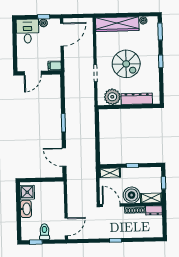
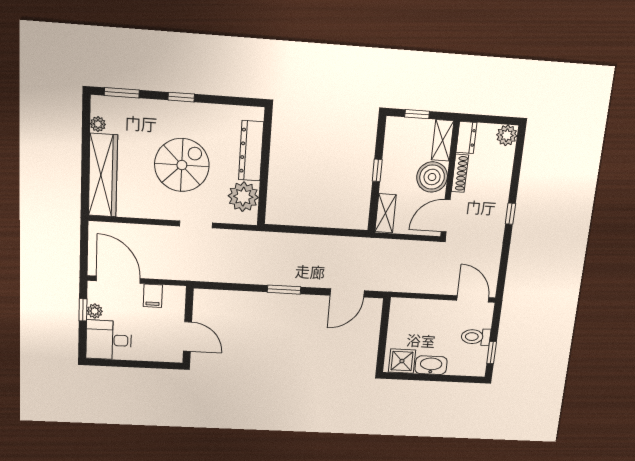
filing cabinet: (55, 66) -> (153, 296), moved
plant: (157, 232) -> (507, 135), added

